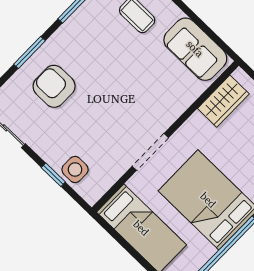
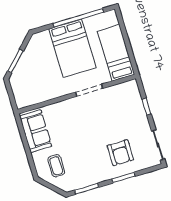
wardrobe: (223, 101) -> (36, 96), removed
side table: (75, 169) -> (134, 103), removed

